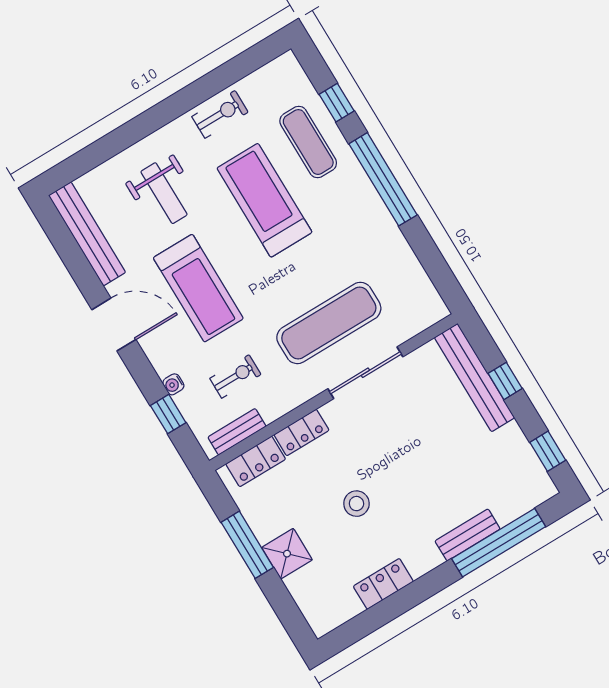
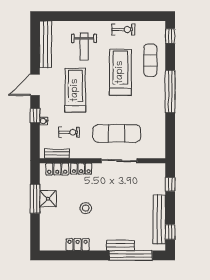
window: (337, 103) -> (170, 36), moved
treadmill: (198, 288) -> (75, 90), turned 180
door: (114, 325) -> (35, 85), swing flipped
bench: (474, 378) -> (159, 219), moved
window: (505, 381) -> (170, 184), moved
window: (168, 414) -> (35, 116), moved
shower: (287, 554) -> (48, 199), moved

